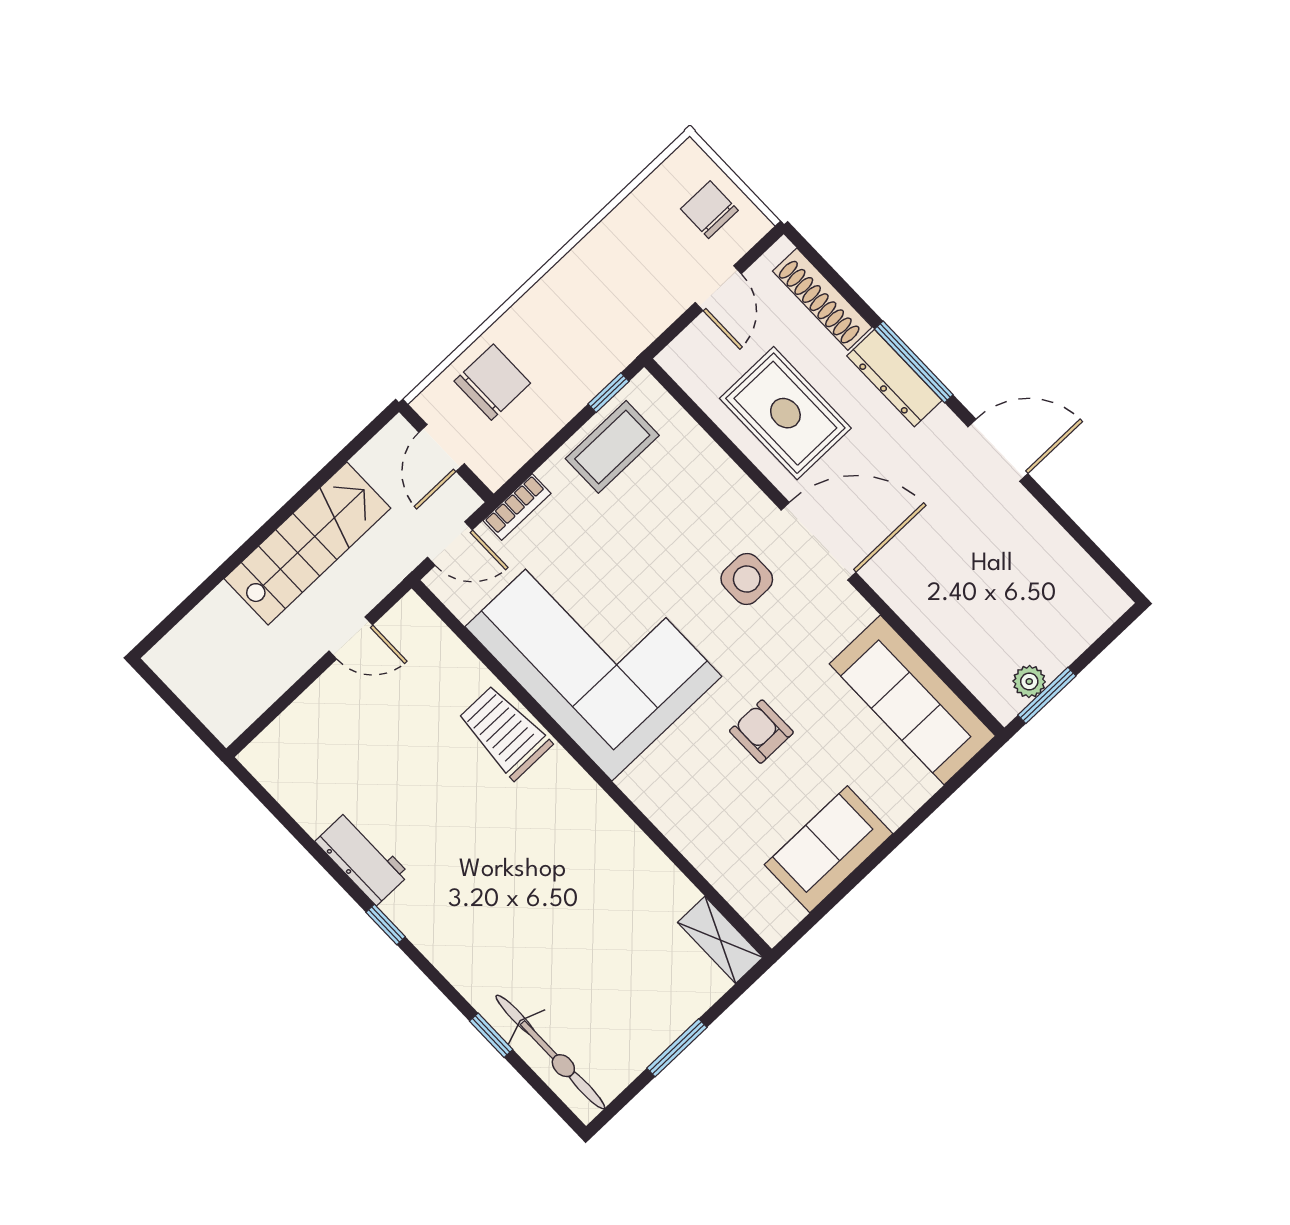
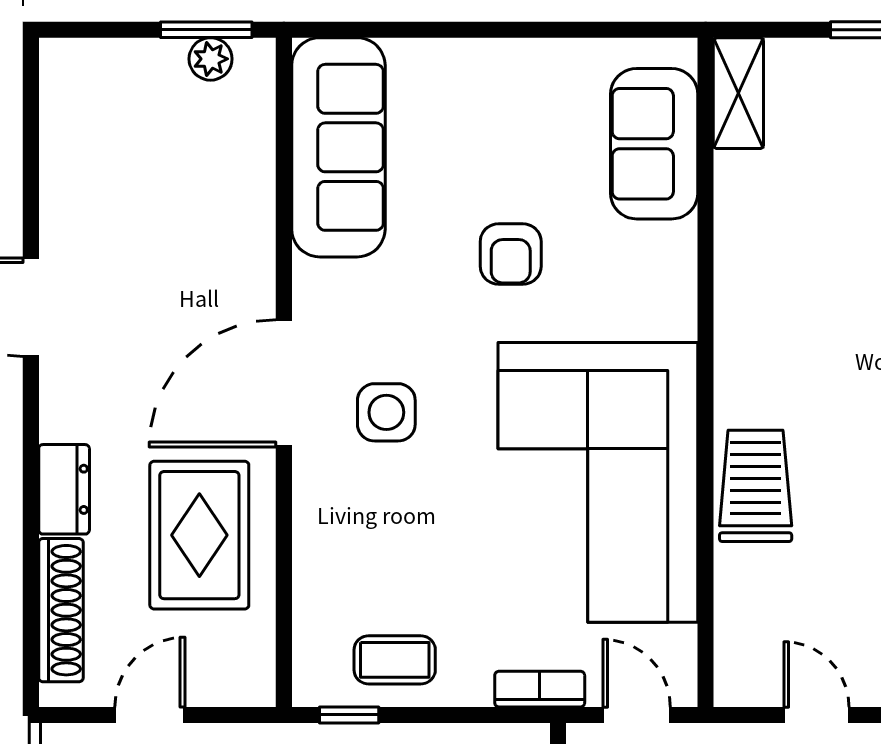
window: (914, 362) -> (31, 468), removed
dresser: (894, 378) -> (64, 489), width x0.70
coffee table: (612, 447) -> (395, 660), width x0.73, depth x0.77
door: (818, 541) -> (284, 383), hinge flipped
trolley: (505, 732) -> (756, 486), turned 180
sofa: (829, 849) -> (654, 144), moved, turned 90

